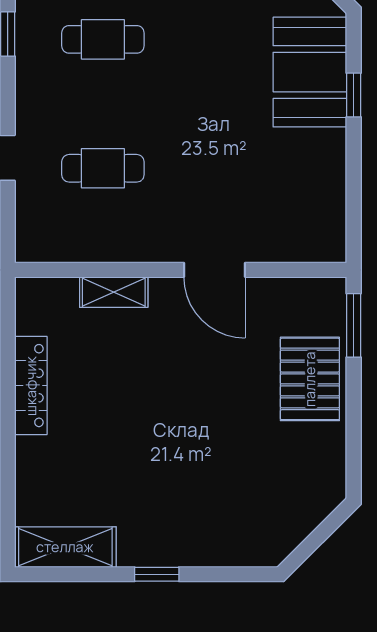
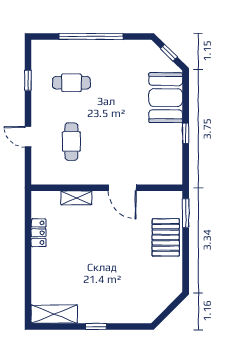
window: (354, 95) -> (186, 133), moved
cafe table: (103, 168) -> (71, 141), turned 90
locker: (31, 386) -> (39, 233), width x0.66

